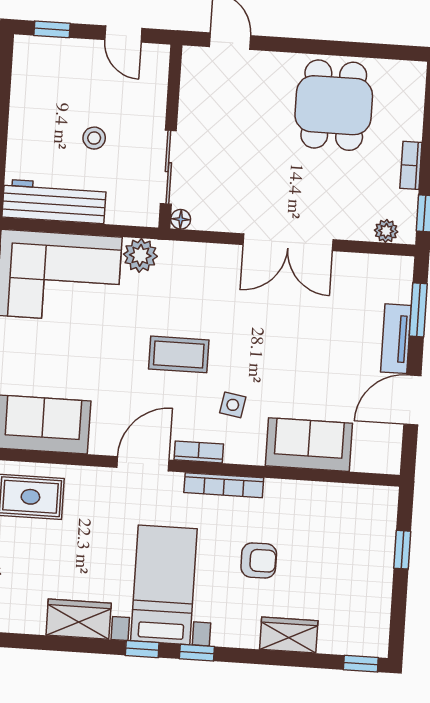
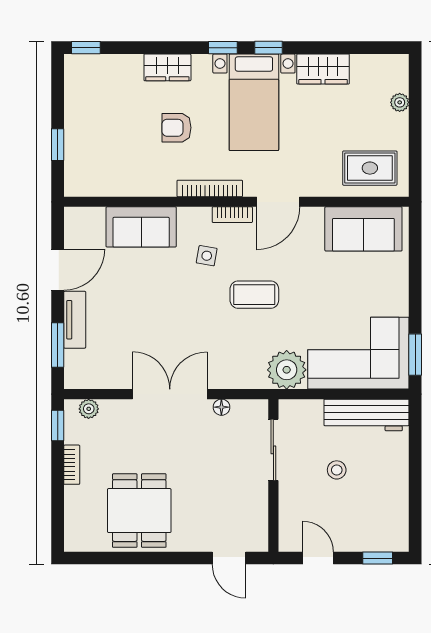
floor lamp: (181, 219) -> (221, 407), moved
plant: (140, 255) -> (287, 370), width x1.36, depth x1.36
wardrobe: (289, 635) -> (167, 67), moved

